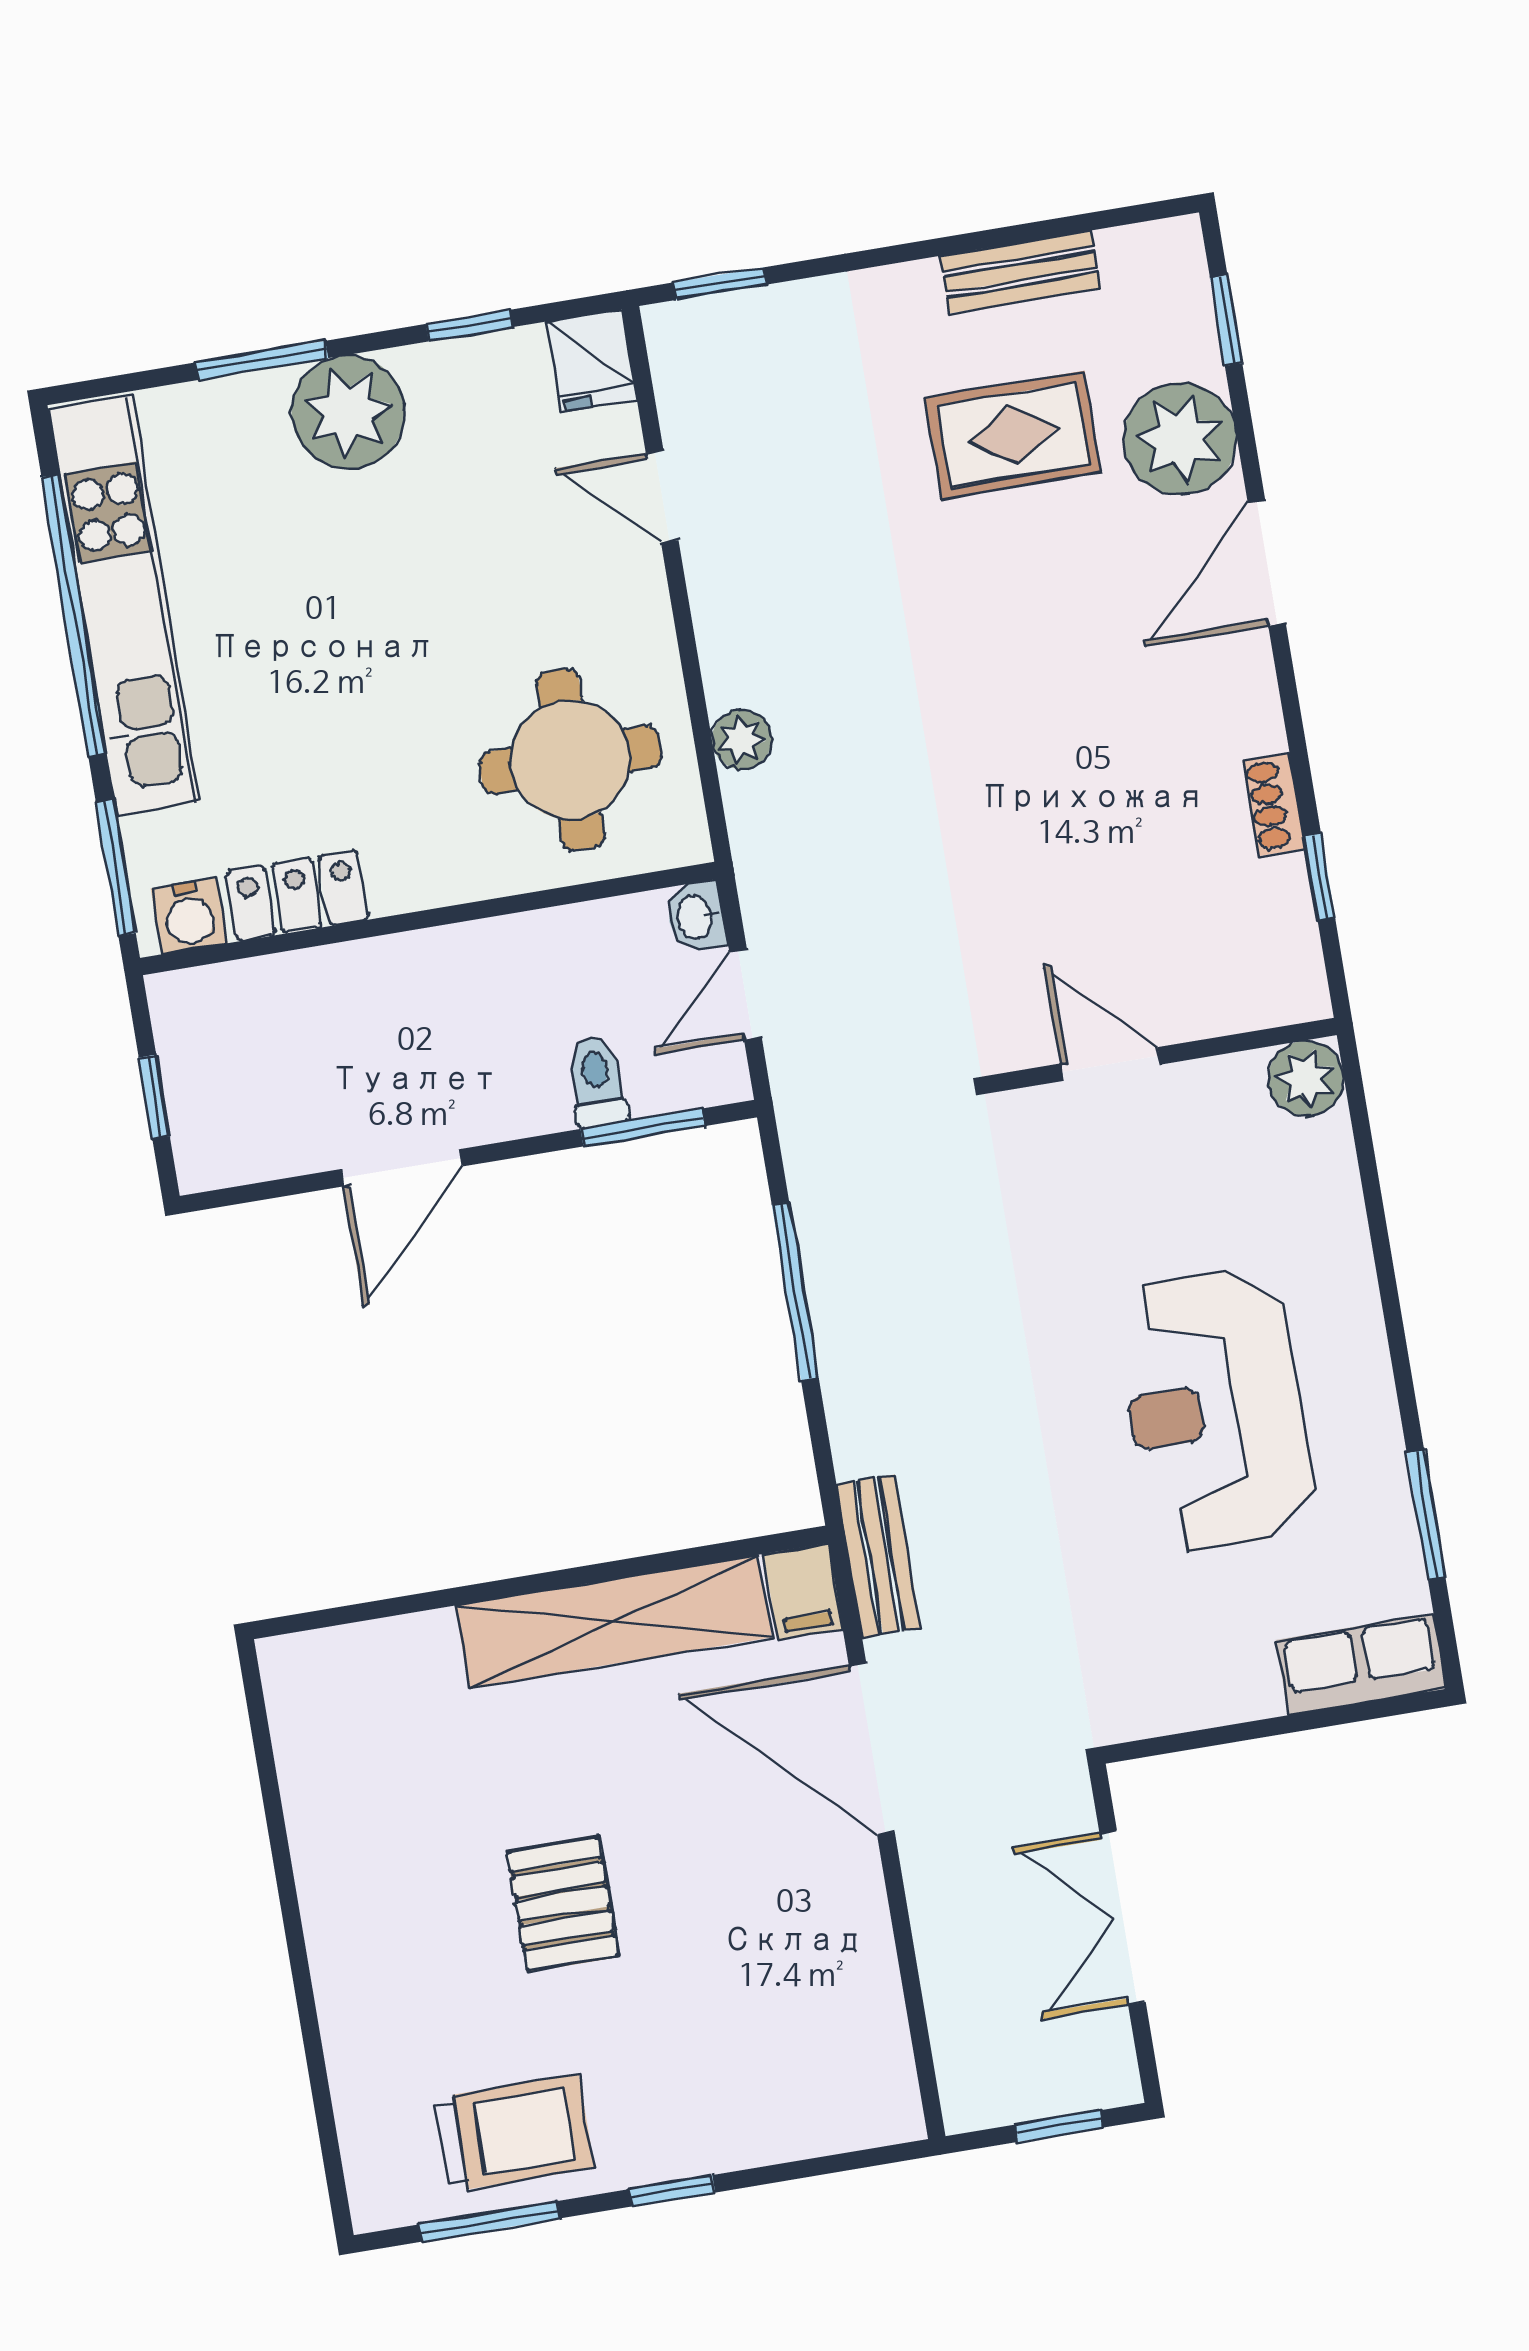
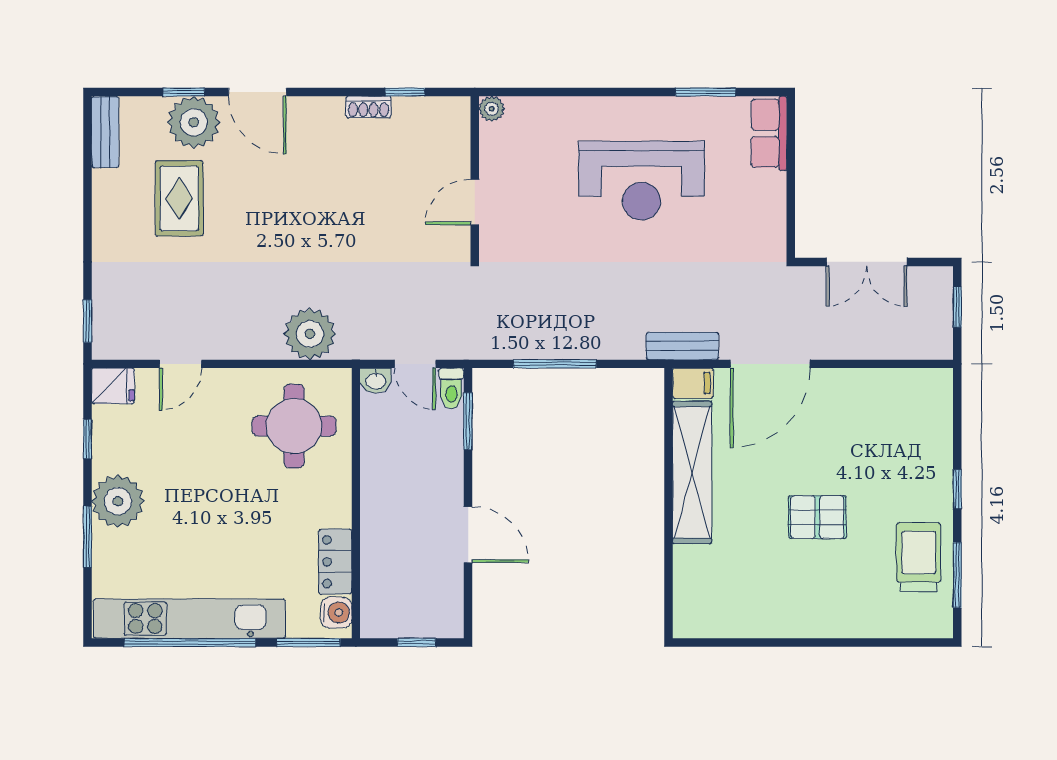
bench: (1020, 272) -> (105, 132), moved
window: (1226, 320) -> (184, 92), moved
plant: (742, 739) -> (310, 334), width x1.87, depth x1.87
plant: (1306, 1078) -> (492, 109), width x0.73, depth x0.73
toilet: (597, 1082) -> (451, 388), moved, turned -90

